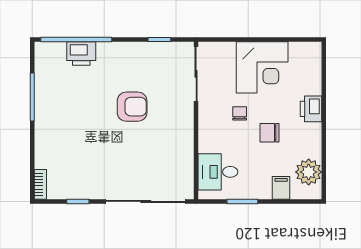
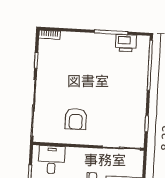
printer: (81, 54) -> (126, 43), moved, turned -90
armchair: (132, 107) -> (76, 119), moved

